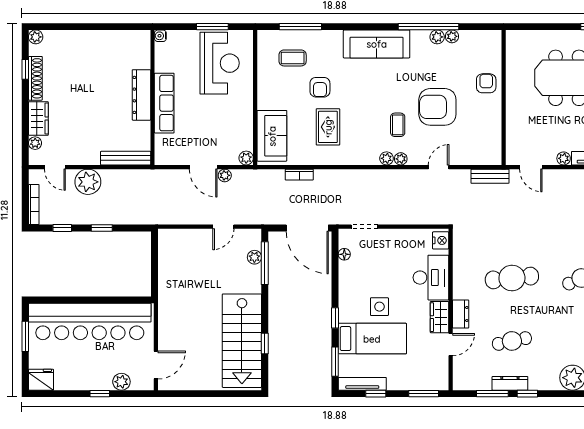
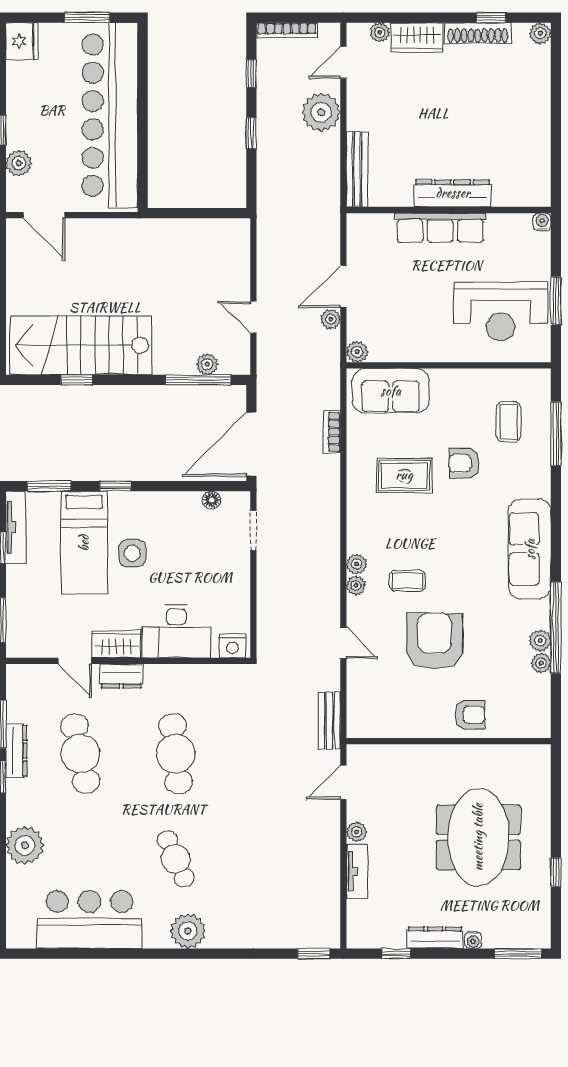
cafe table: (512, 341) -> (80, 754), width x1.37, depth x1.35

